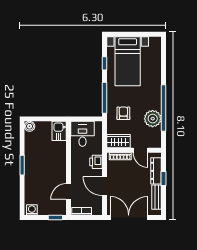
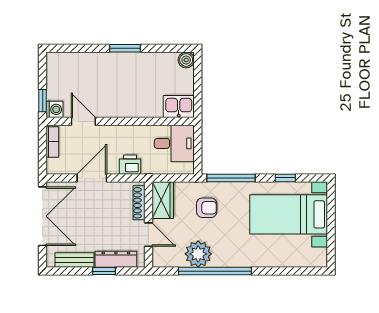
door: (140, 150) -> (148, 235), swing flipped
washing machine: (32, 210) -> (55, 109), moved

